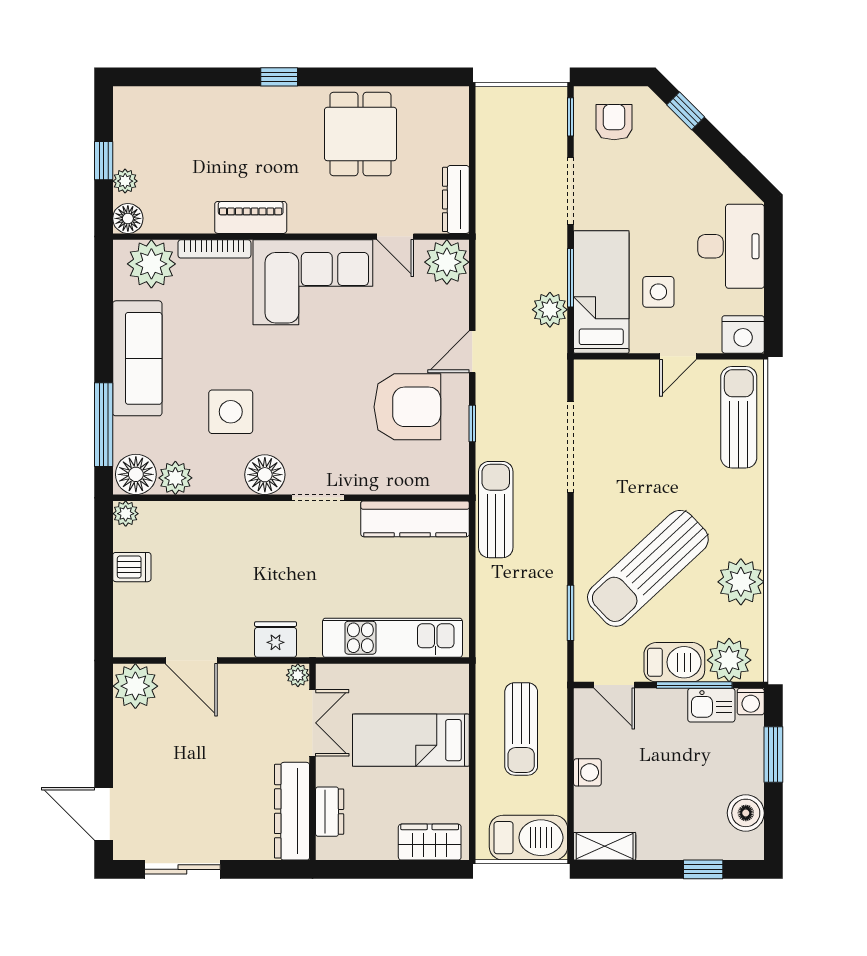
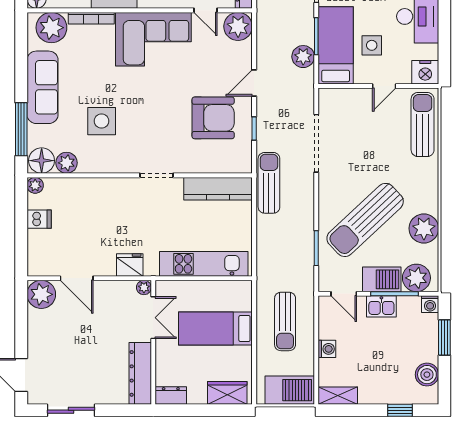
floor lamp: (265, 475) -> (123, 161), removed
kitchen sink: (711, 705) -> (381, 306), moved
dresser: (330, 812) -> (171, 396), moved, turned -90

